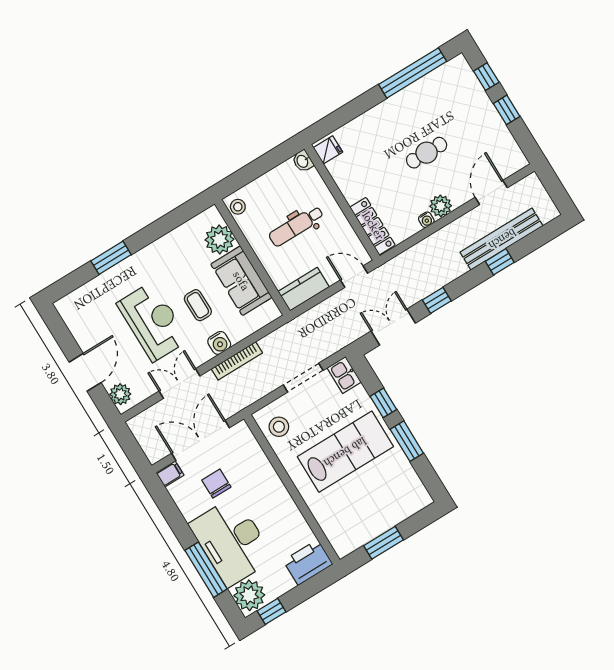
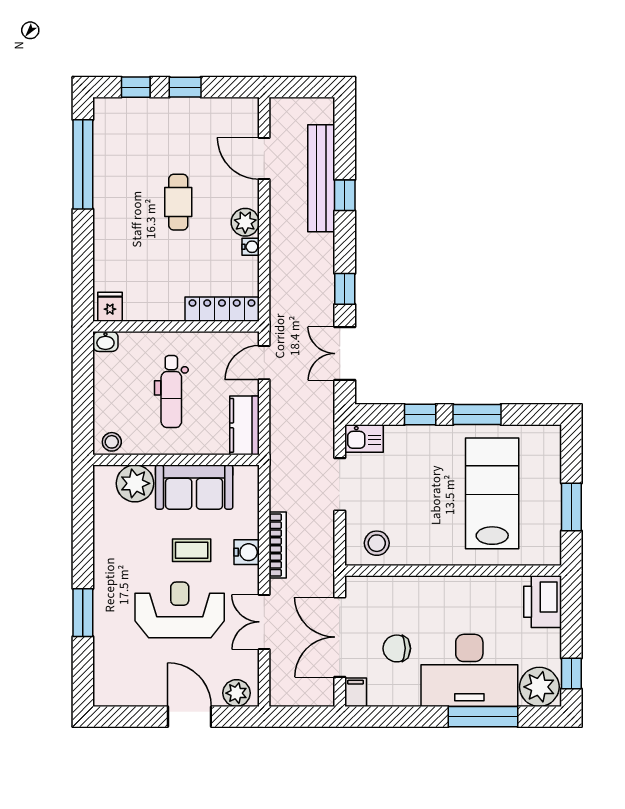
lab bench: (345, 452) -> (492, 493), moved

